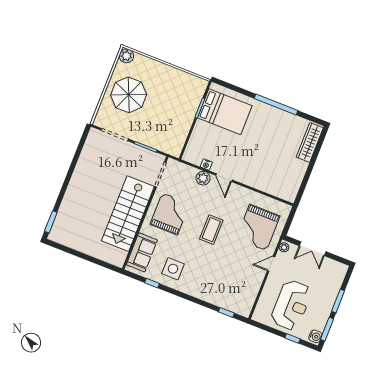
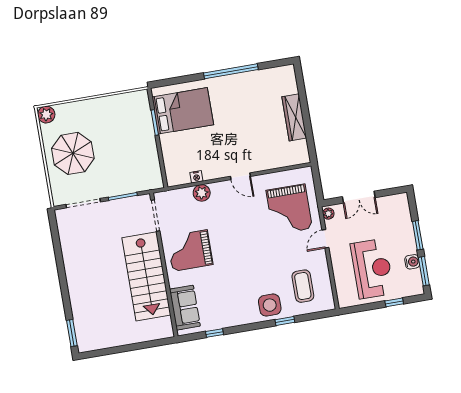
wardrobe: (310, 142) -> (294, 117), moved
door: (224, 178) -> (240, 176), moved
grand piano: (170, 214) -> (190, 251), turned -90
coffee table: (211, 230) -> (303, 286), moved
side table: (173, 269) -> (270, 305), moved
window: (226, 312) -> (285, 321), moved
water cooler: (315, 336) -> (412, 262), moved

